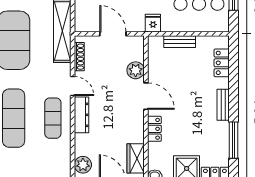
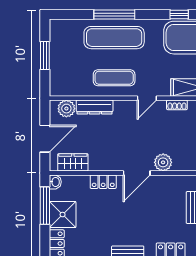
shoe rack: (79, 57) -> (177, 105), width x0.70
dresser: (82, 115) -> (95, 107), moved

